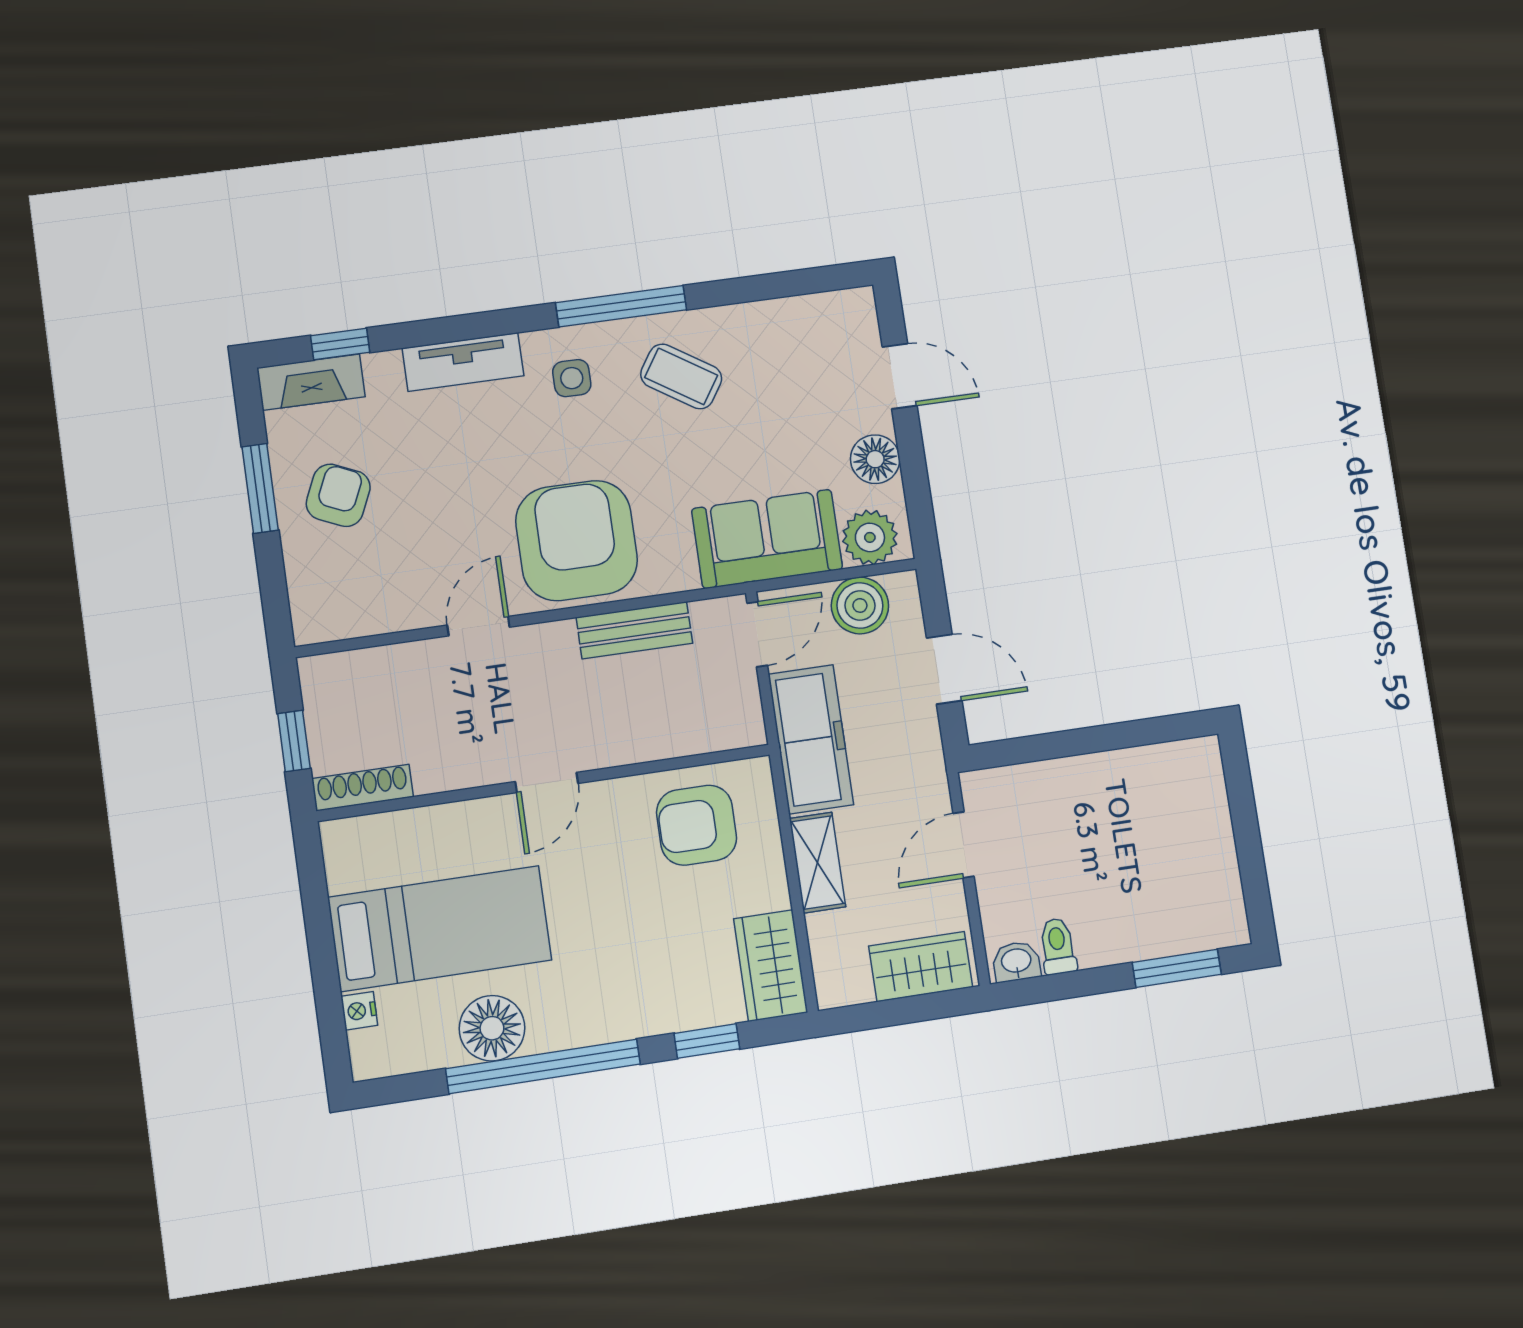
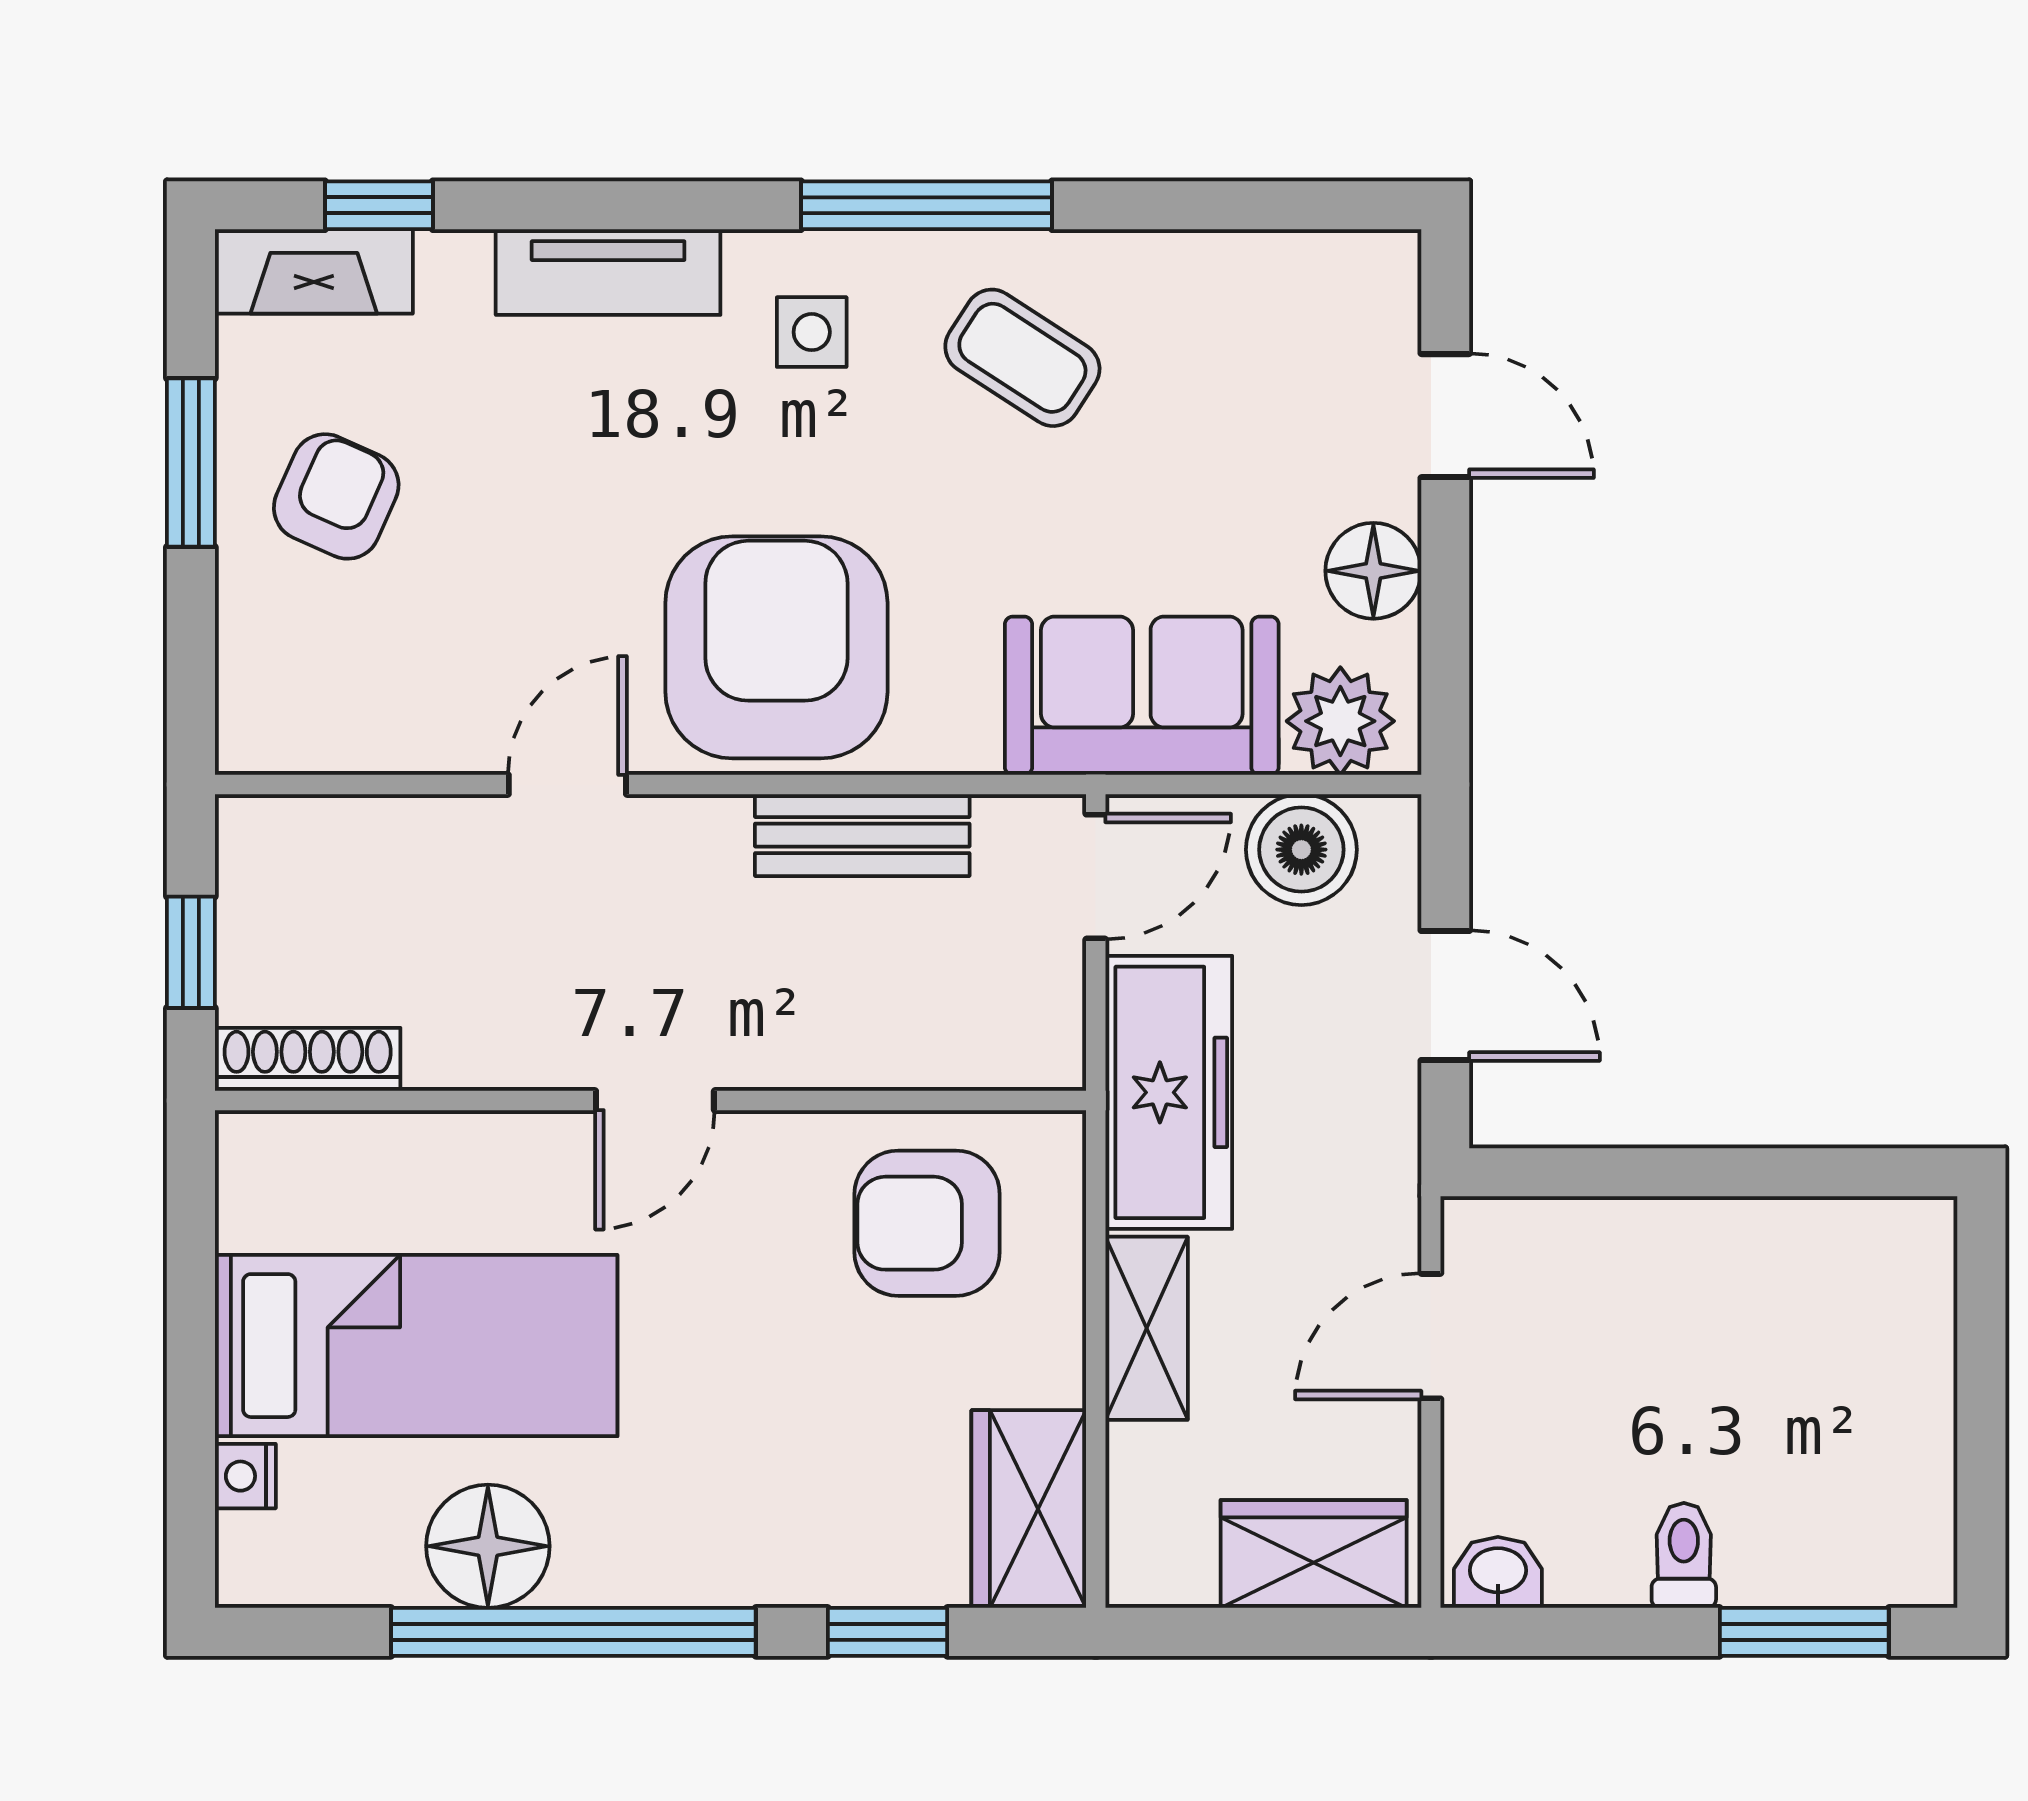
toilet: (1058, 946) -> (1684, 1555), moved

